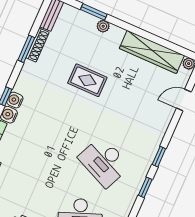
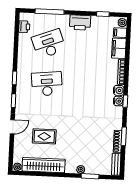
rug: (87, 80) -> (44, 136), moved
door: (184, 100) -> (12, 127), moved
desk: (104, 162) -> (47, 84), turned -30

